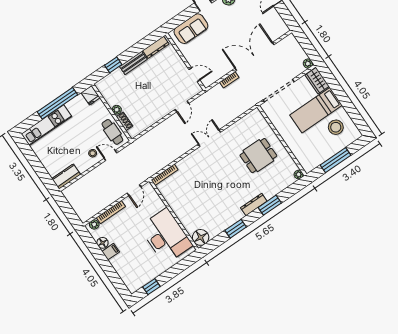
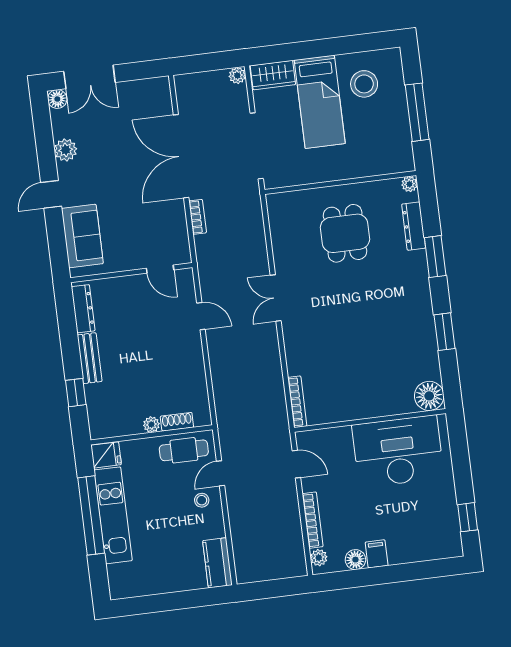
door: (194, 75) -> (160, 269), swing flipped
kitchen unit: (46, 125) -> (113, 515), moved
dresser: (254, 204) -> (414, 226), moved

